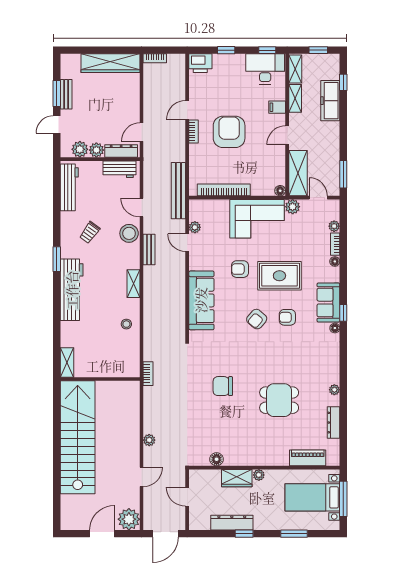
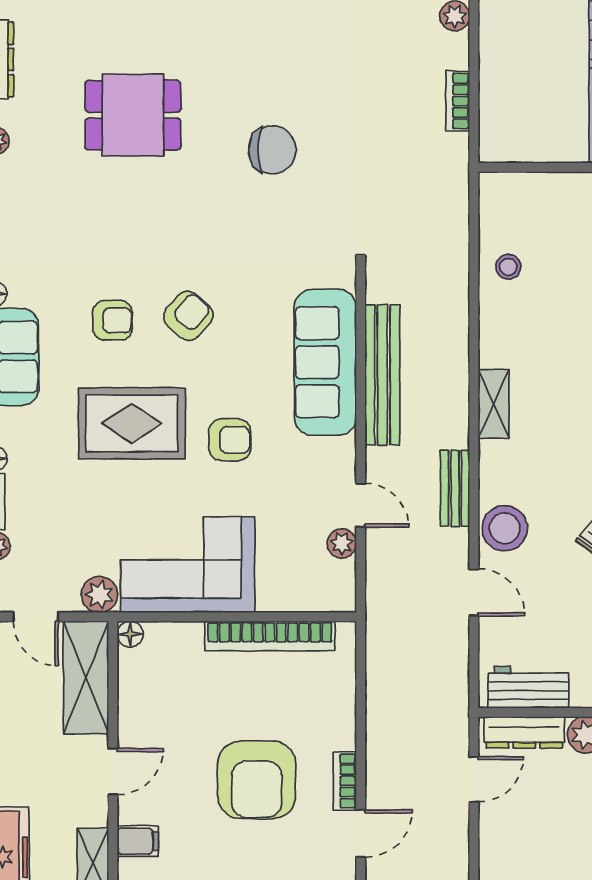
bench: (178, 191) -> (382, 375), moved
stool: (126, 324) -> (508, 267), moved
bookcase: (148, 374) -> (458, 101), moved

